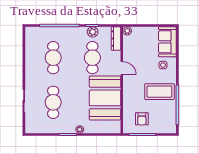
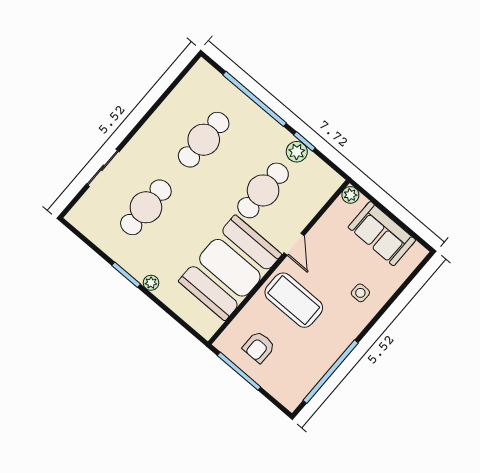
dresser: (116, 39) -> (323, 192), removed
sofa: (167, 42) -> (382, 234), moved, turned -90
coffee table: (159, 92) -> (294, 300), moved

